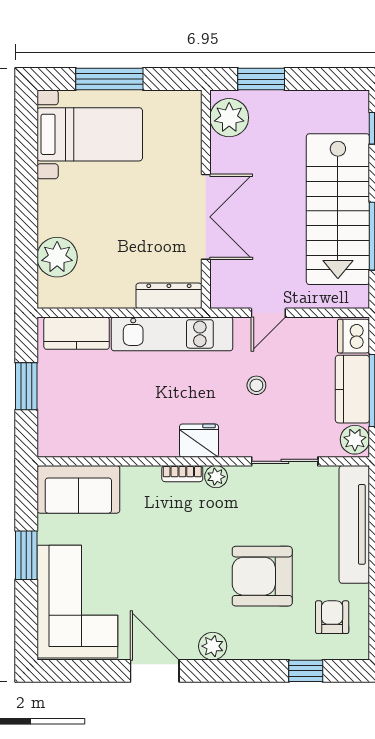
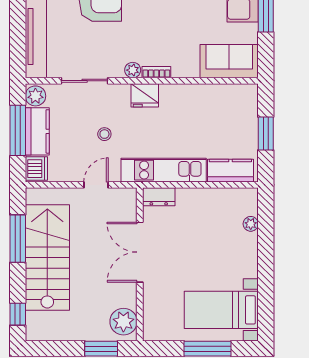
plant: (57, 257) -> (251, 224), width x0.53, depth x0.53
dresser: (169, 296) -> (159, 197), width x0.70

